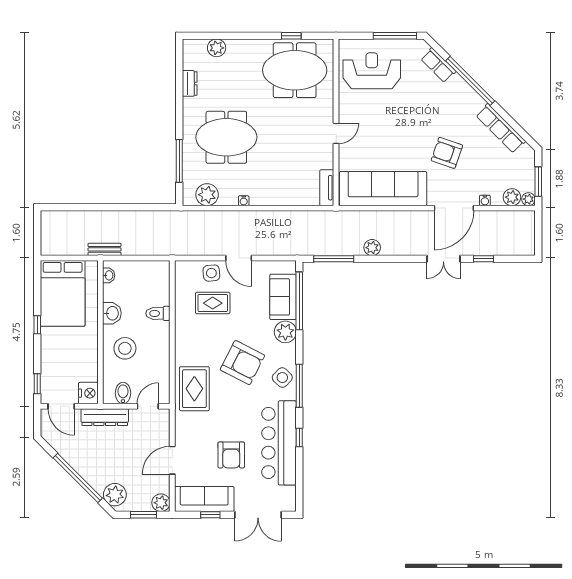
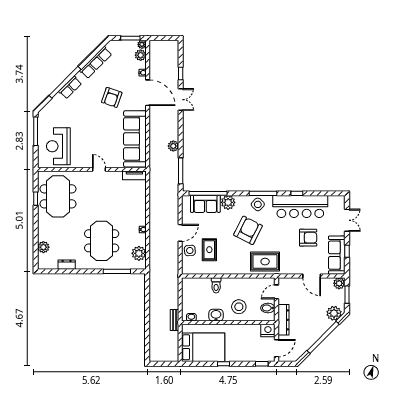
row of seats: (438, 65) -> (70, 87), moved
door: (148, 406) -> (277, 292), hinge flipped
double door: (258, 515) -> (347, 220), width x0.73

